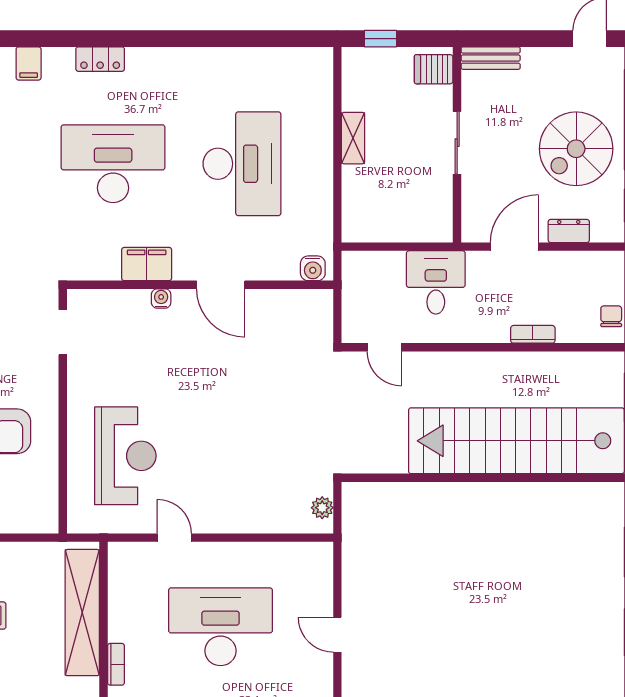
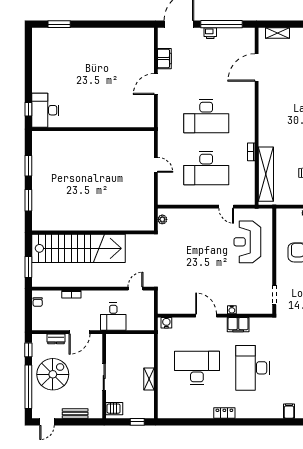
bench: (491, 58) -> (75, 413), moved
locker: (100, 59) -> (224, 413), moved
desk: (113, 164) -> (253, 368), turned 90
desk: (242, 164) -> (197, 368), turned 90
door: (384, 347) -> (136, 289), hinge flipped

